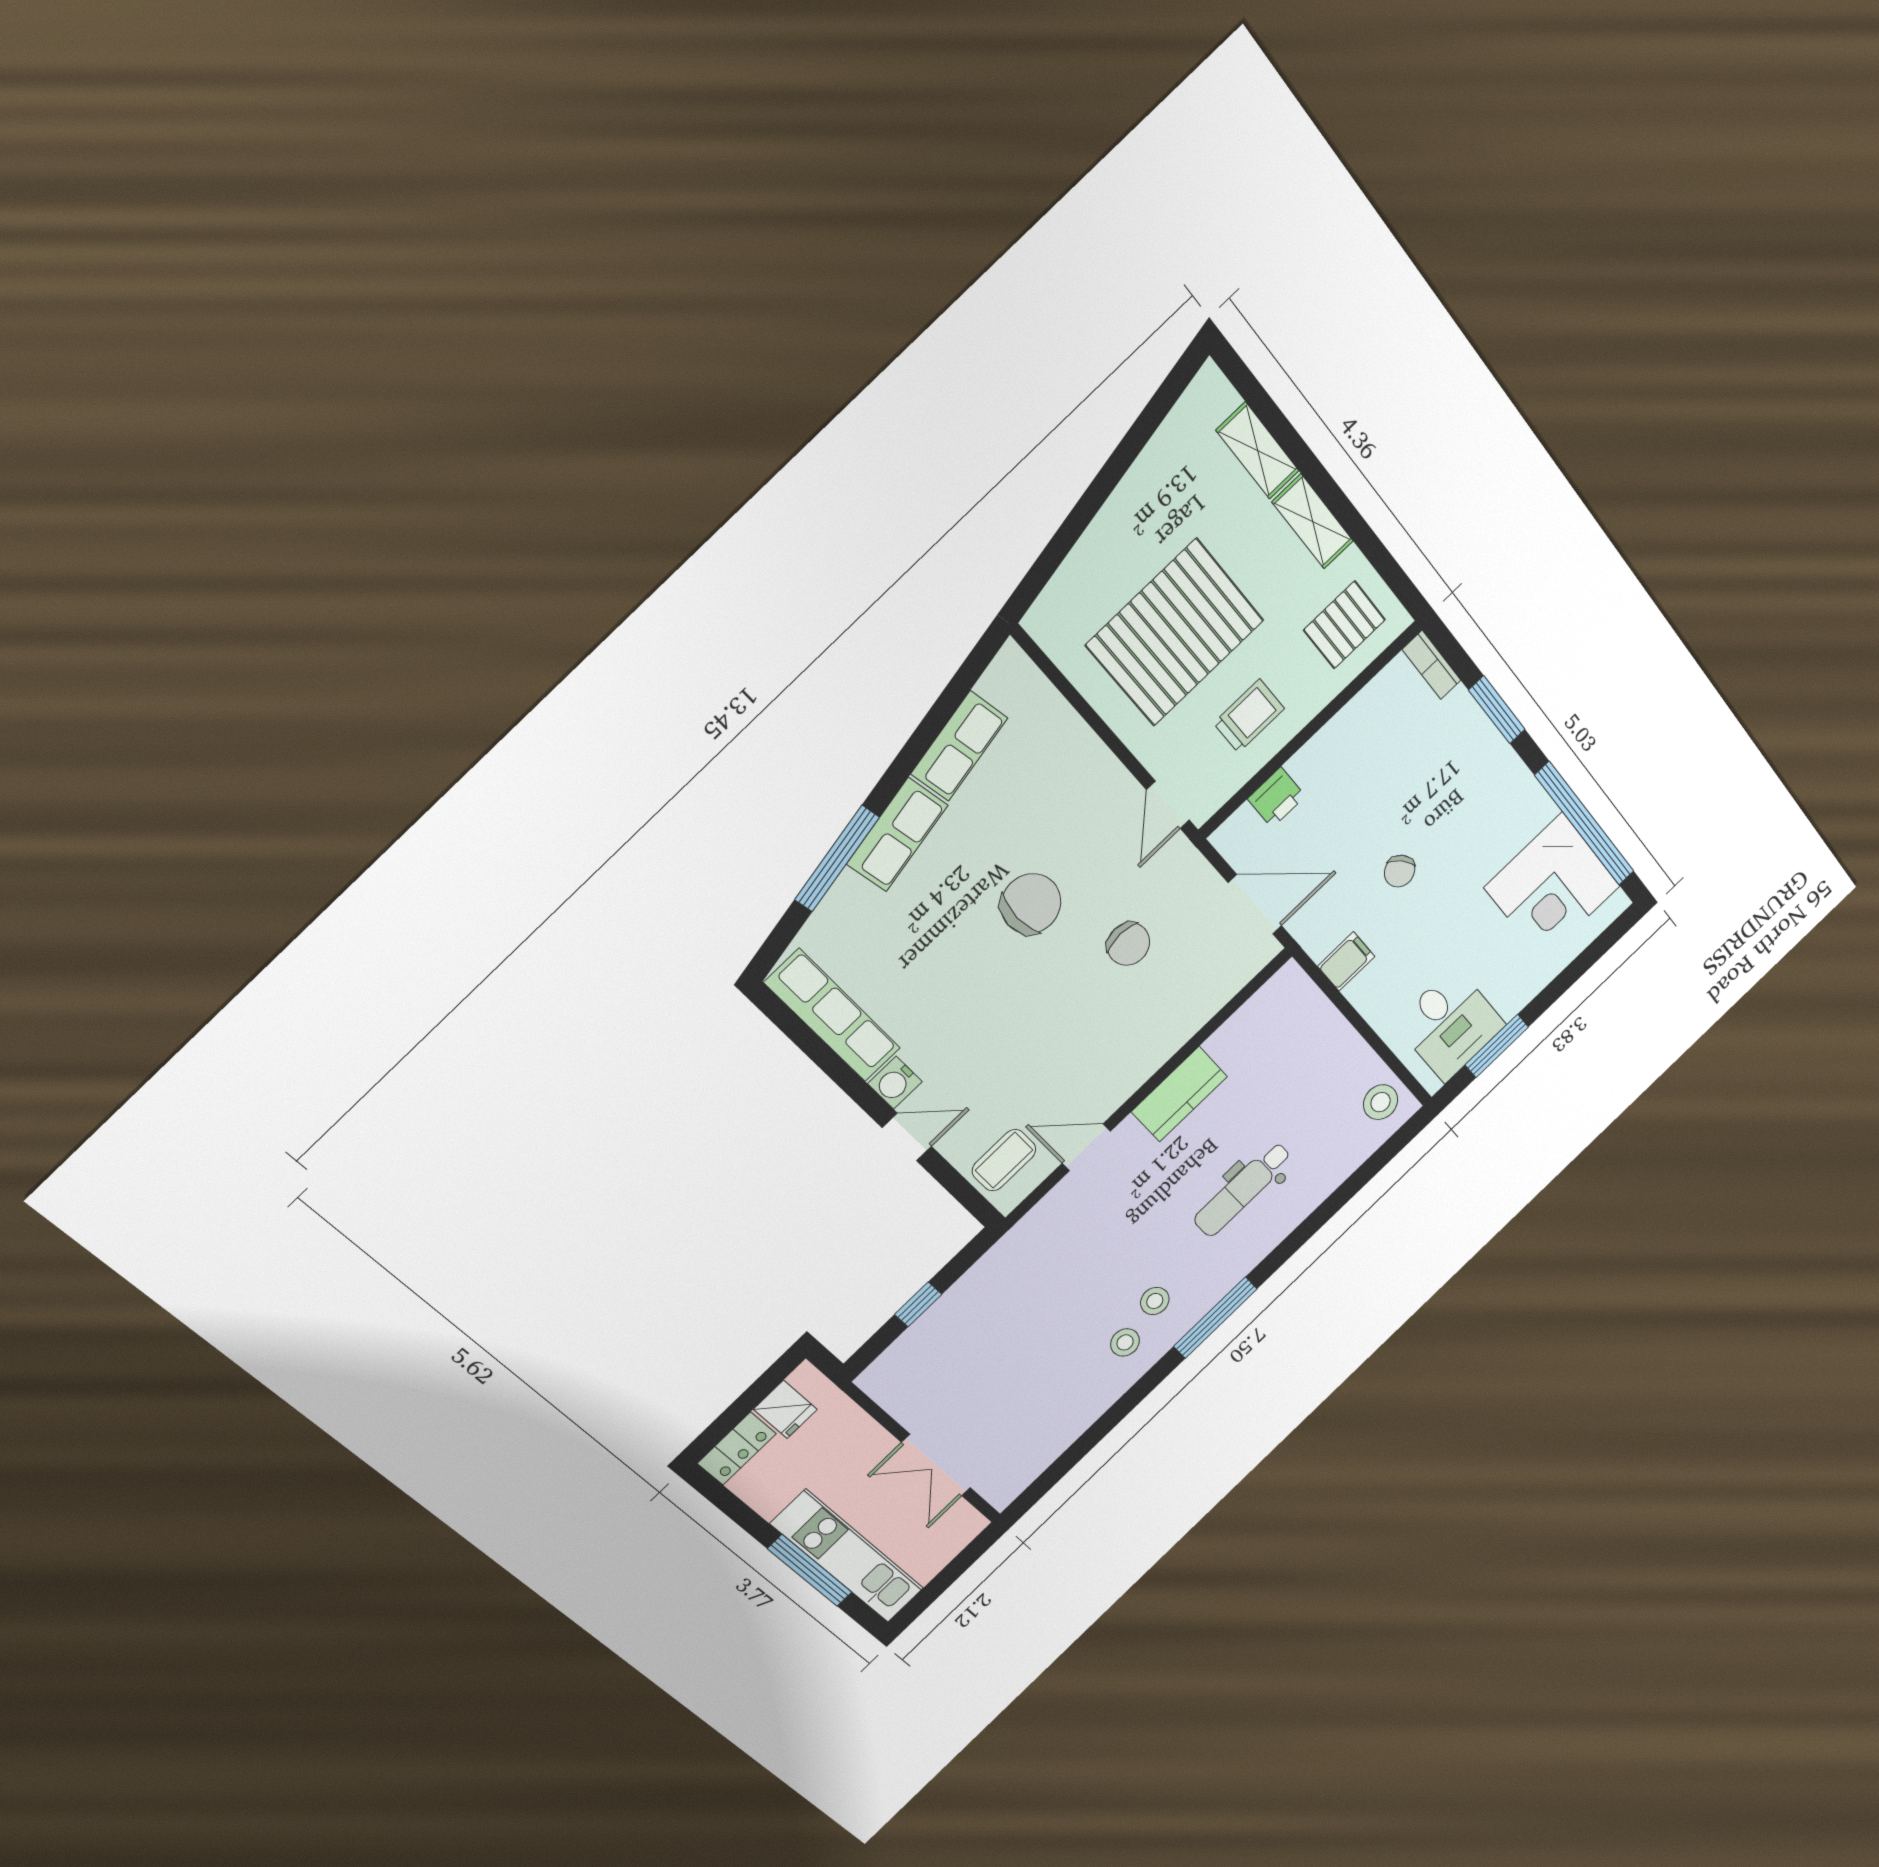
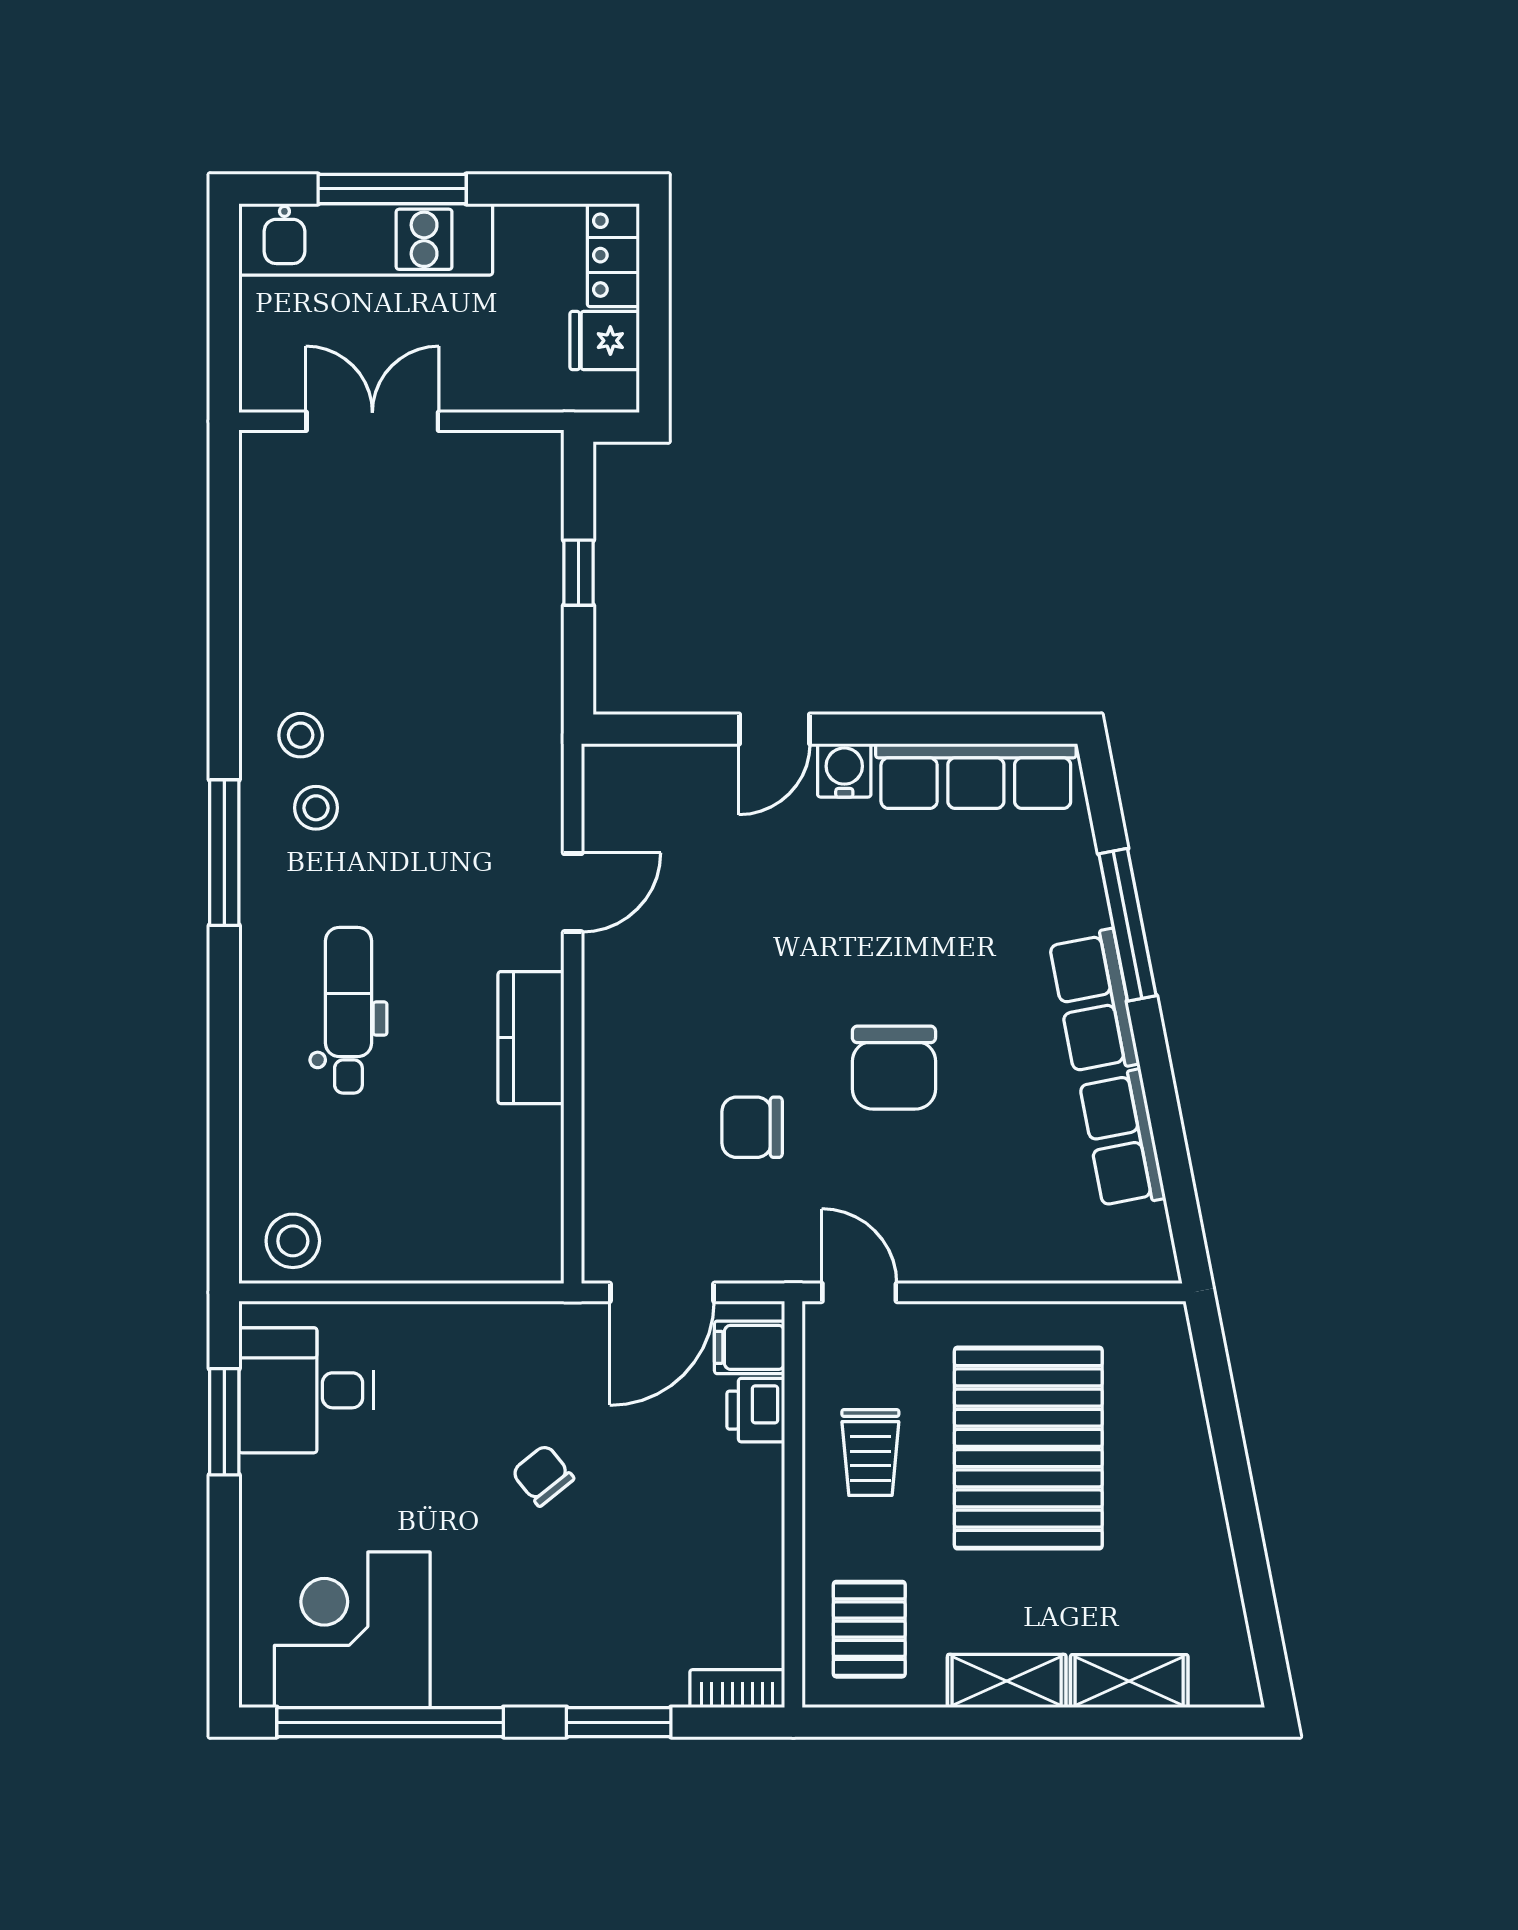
filing cabinet: (1346, 961) -> (750, 1347), moved, turned 90
coffee table: (1004, 1160) -> (647, 799), removed

